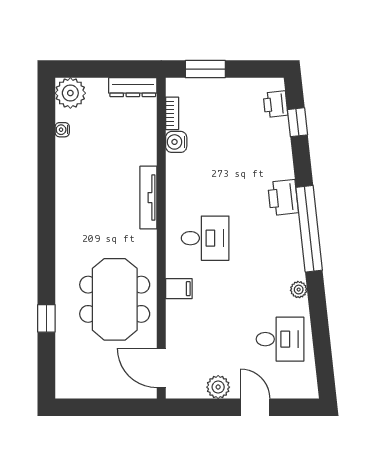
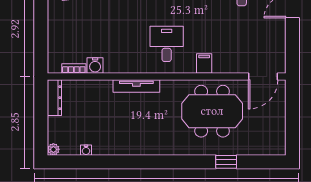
window: (205, 69) -> (41, 44), removed
plant: (70, 93) -> (53, 149), width x0.53, depth x0.53
plant: (218, 387) -> (277, 34), removed

